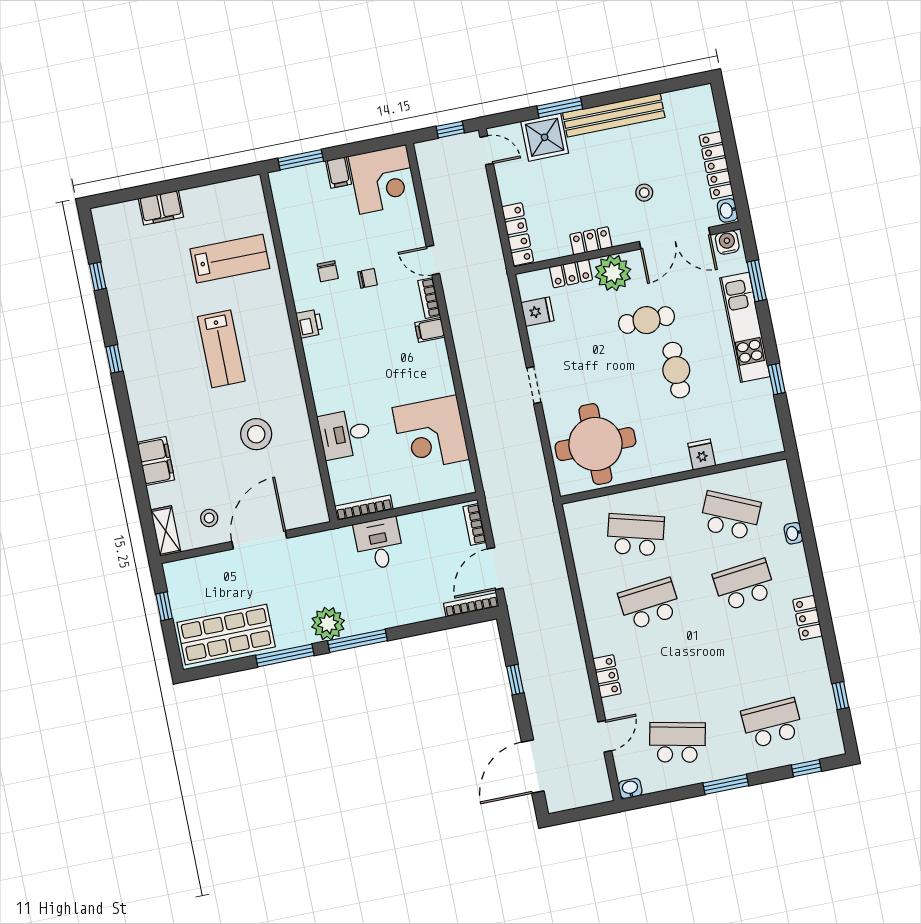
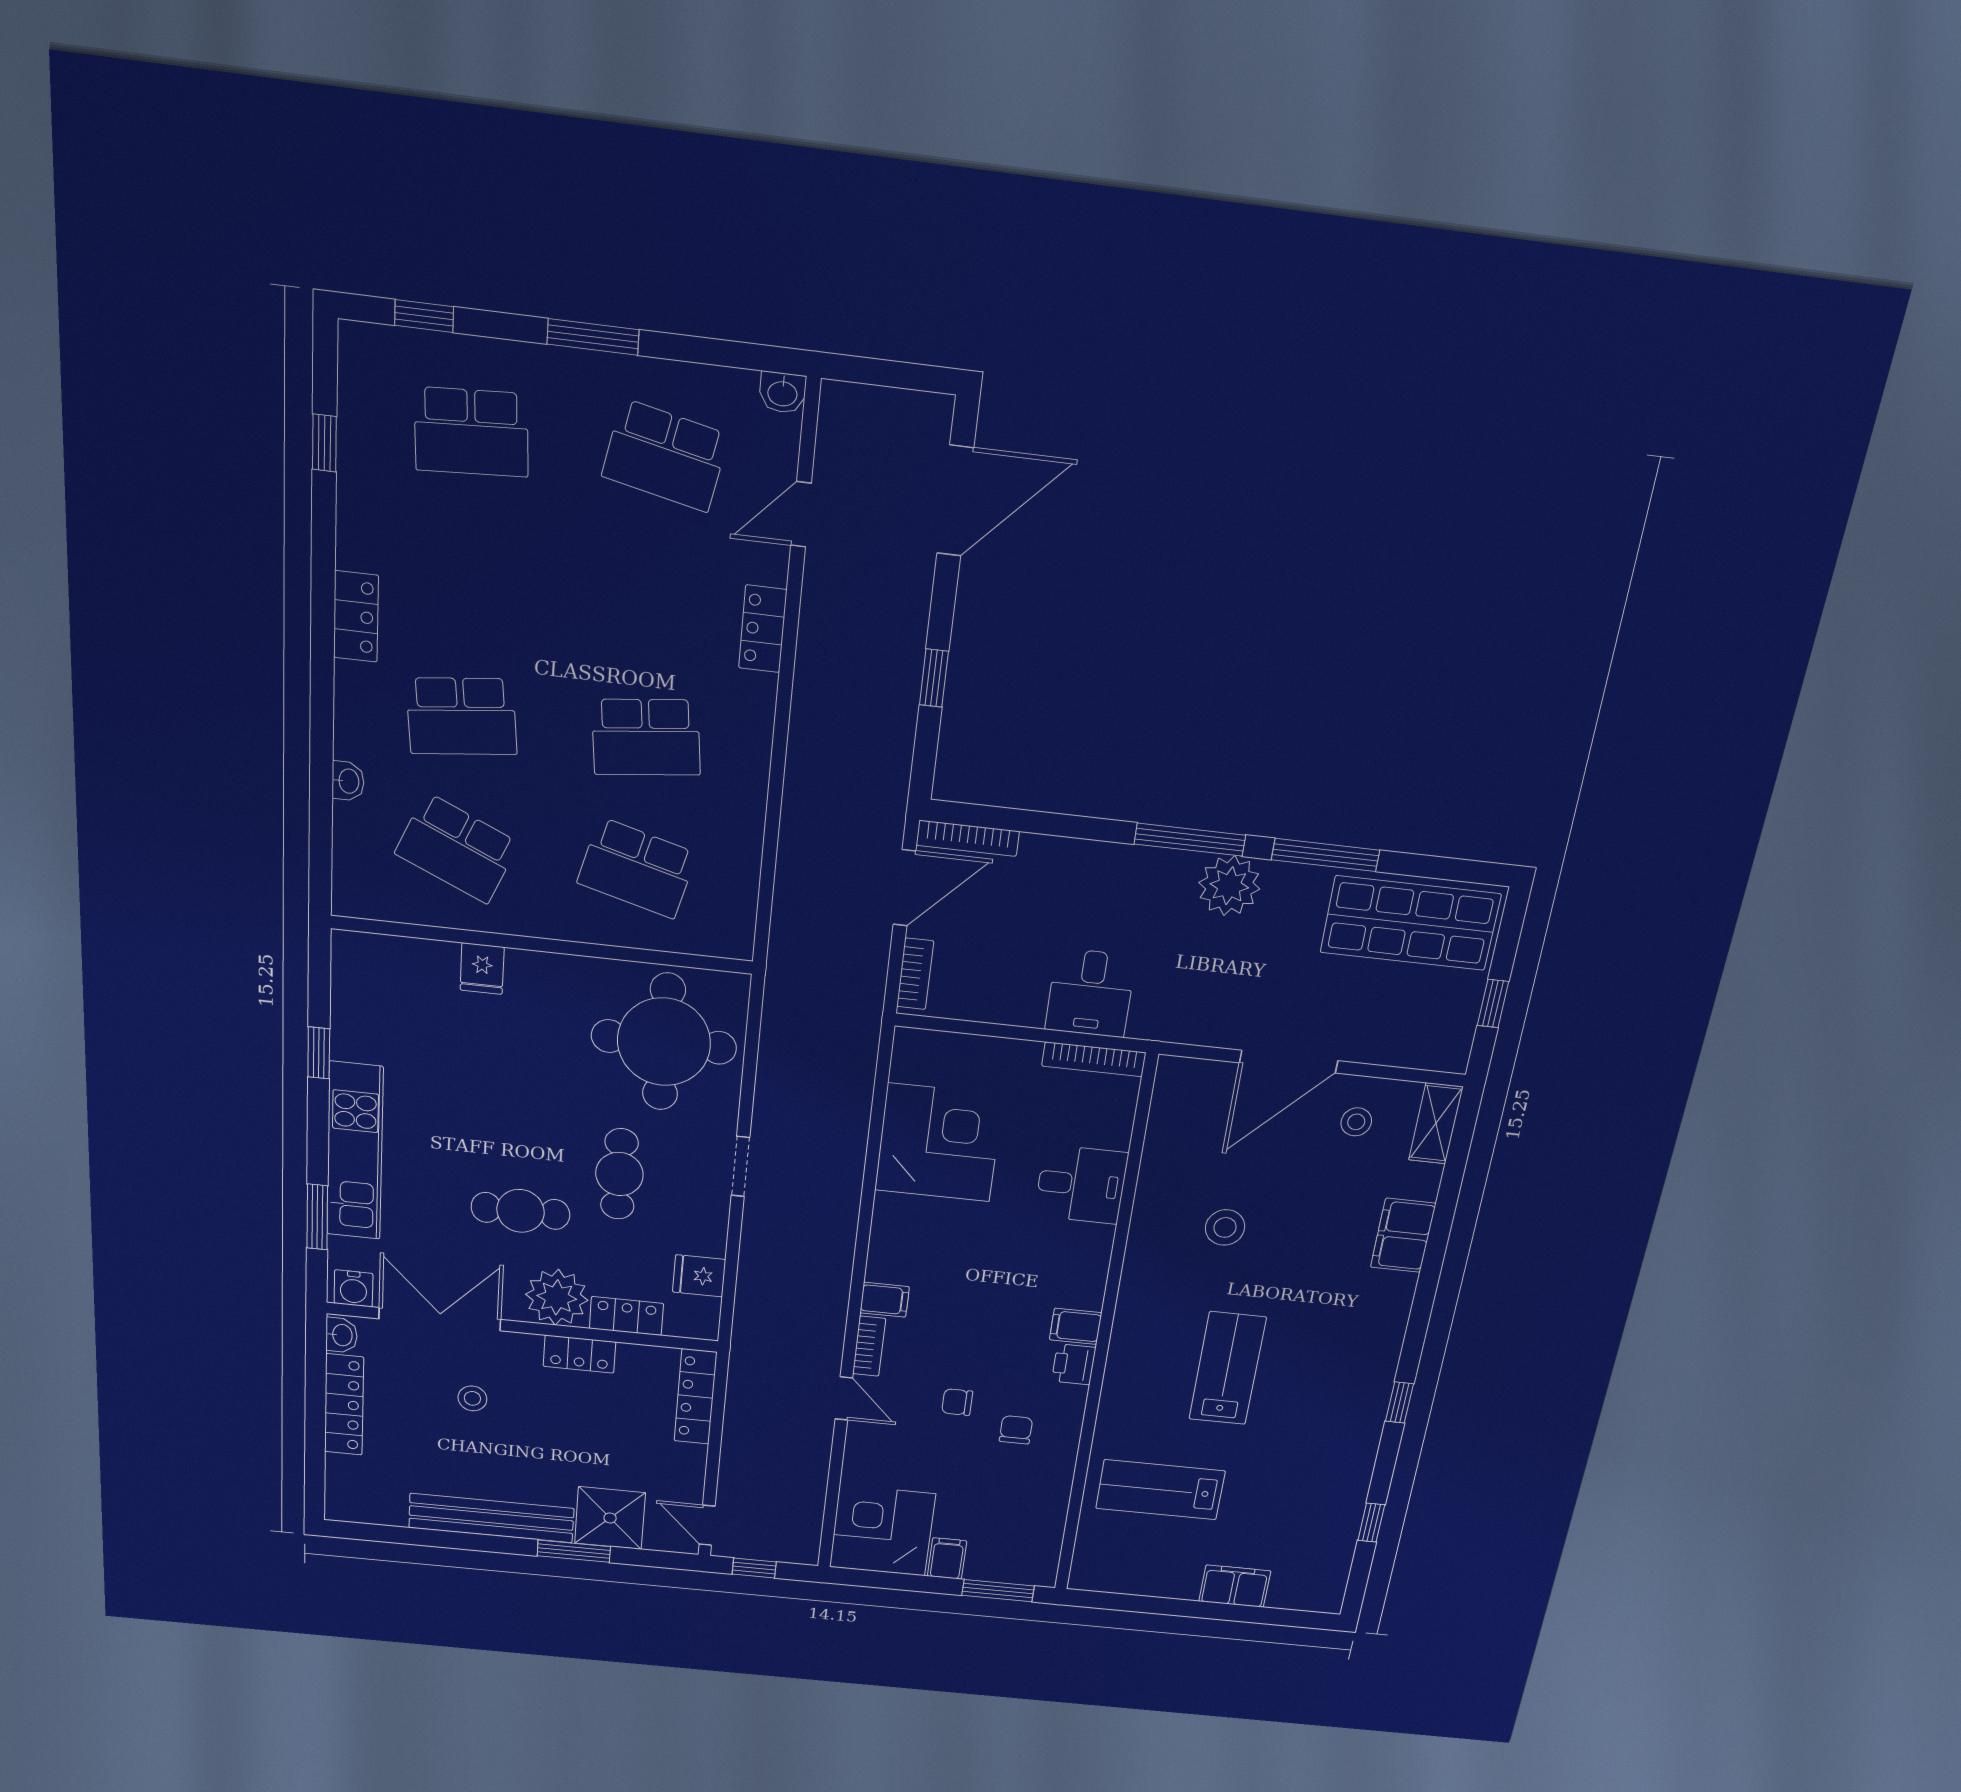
filing cabinet: (317, 348) -> (1076, 1326), added
cafe table: (676, 370) -> (619, 1174), moved
stool: (256, 434) -> (1225, 1227), width x0.73, depth x0.73

